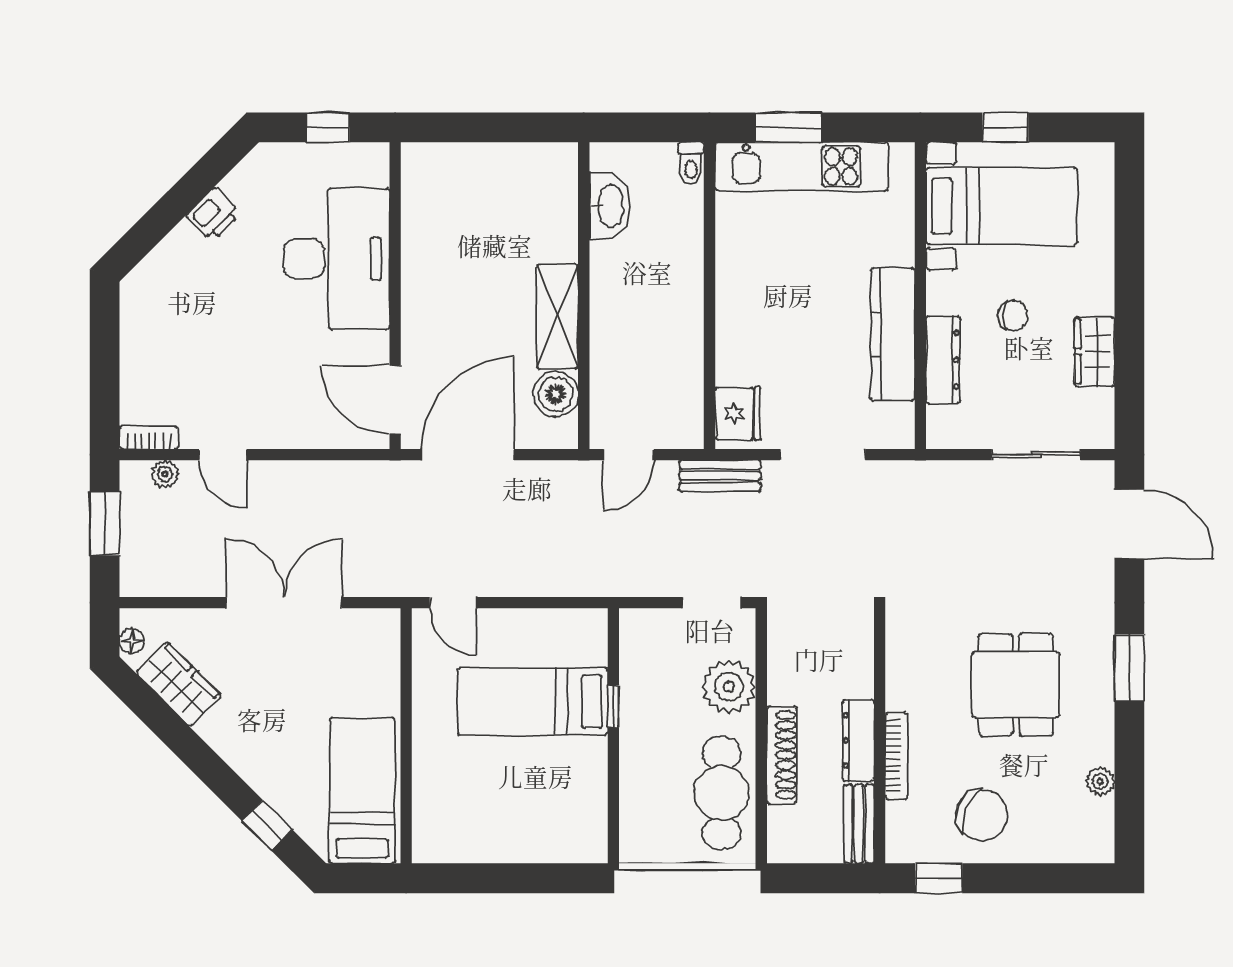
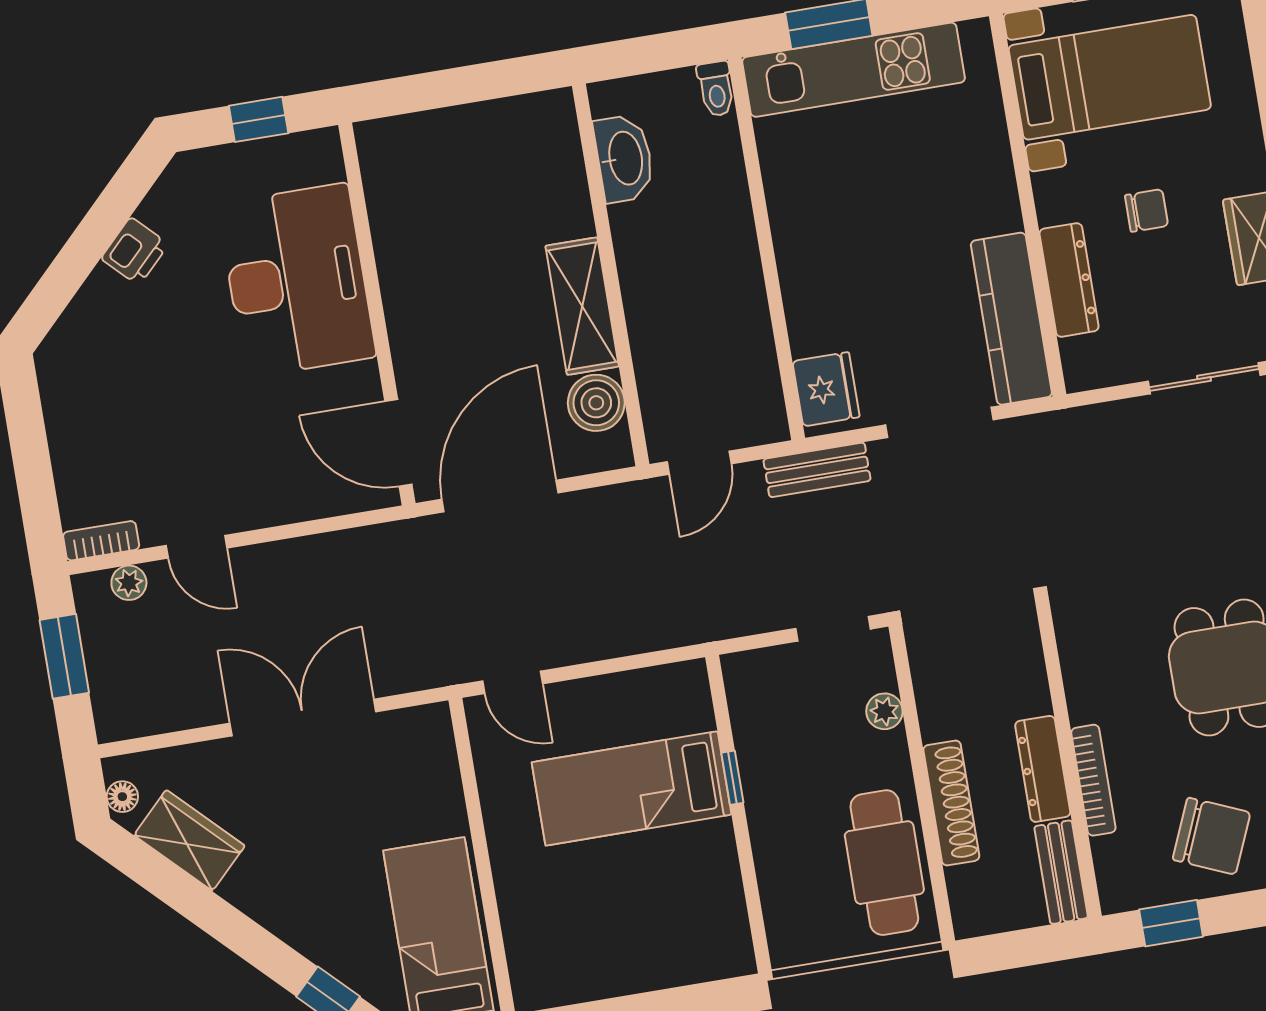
kitchen counter: (893, 334) -> (1011, 319), moved
plant: (729, 687) -> (884, 711), width x0.53, depth x0.53

